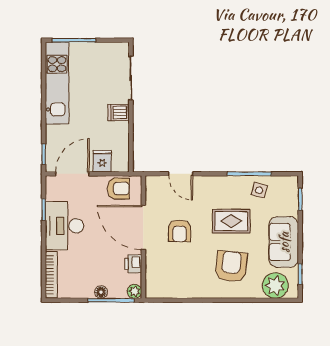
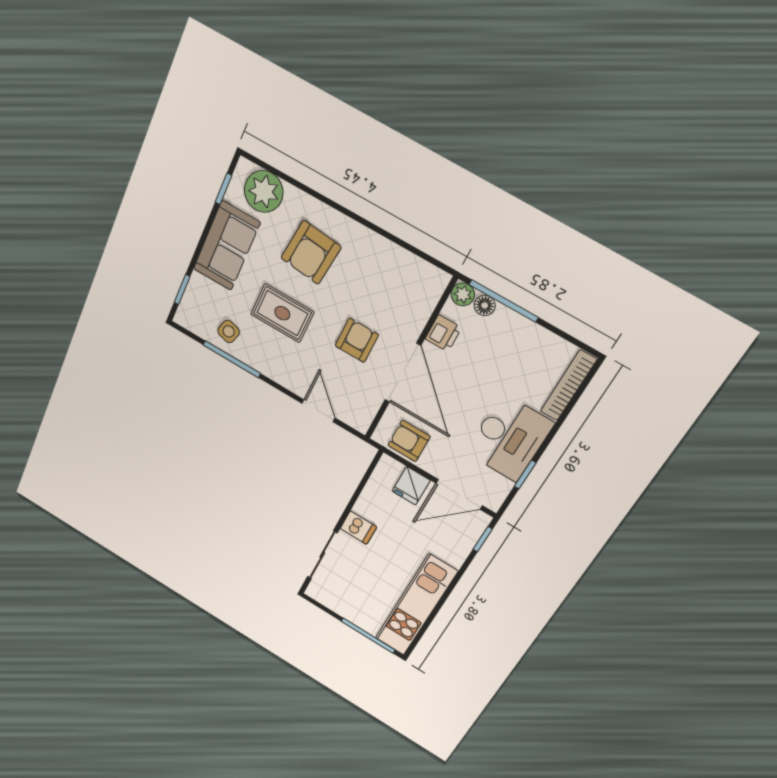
floor lamp: (101, 292) -> (485, 305), moved

